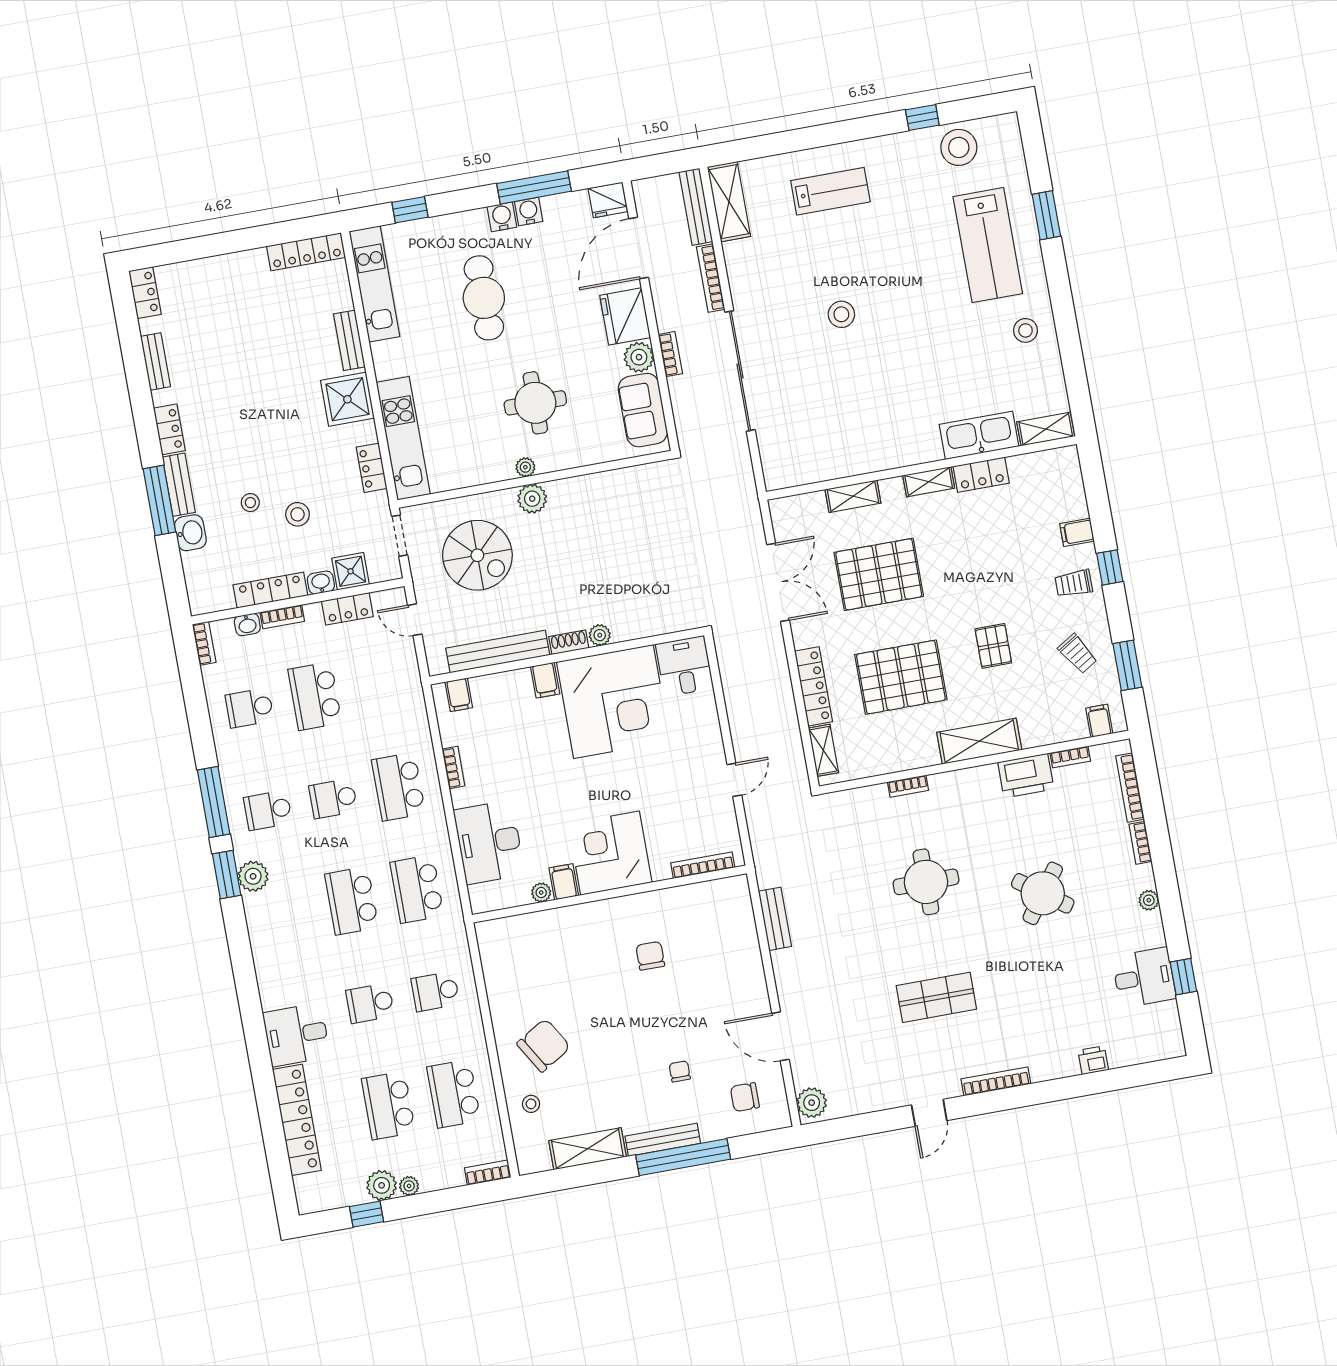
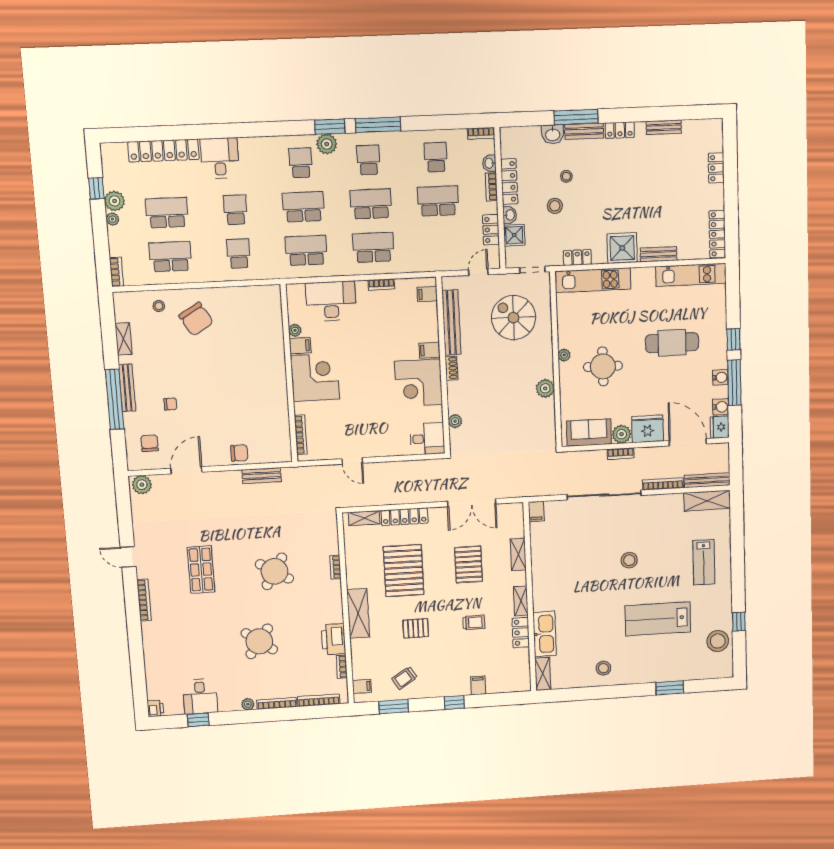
window: (410, 210) -> (734, 339), moved
water cooler: (502, 217) -> (721, 407), moved
lab bench: (988, 245) -> (658, 619), moved
locker: (145, 293) -> (716, 168), moved, turned 90
filing cabinet: (780, 477) -> (536, 511), added
plant: (532, 499) -> (545, 388), moved
spiral stairs: (477, 555) -> (513, 318), turned 90
pallet: (879, 574) -> (468, 564), width x0.73, depth x0.71
trolley: (1074, 583) -> (474, 622), moved, turned 90
plant: (600, 635) -> (455, 421), moved
corner desk: (613, 702) -> (418, 383), width x0.74, depth x0.74
school desk: (333, 798) -> (371, 204), width x1.85
bookcase: (1140, 843) -> (277, 703), width x1.56
round table: (926, 882) -> (274, 571), turned 31
school desk: (286, 913) -> (301, 163), added
chair: (650, 956) -> (239, 453), moved
printer: (1093, 1060) -> (156, 708), moved
shelving: (587, 1149) -> (123, 339), width x0.67, depth x0.75

